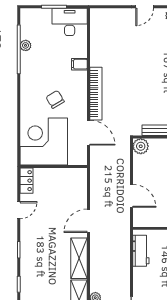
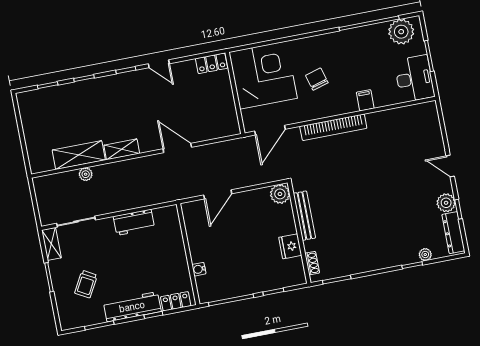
plant: (26, 45) -> (401, 32), moved, width x1.87, depth x1.87
chair: (55, 99) -> (317, 79), turned -75
door: (89, 133) -> (270, 130), moved
door: (19, 210) -> (159, 64), moved
workbench: (141, 251) -> (134, 222), moved
shelving: (79, 258) -> (122, 149), width x0.67, depth x0.75

